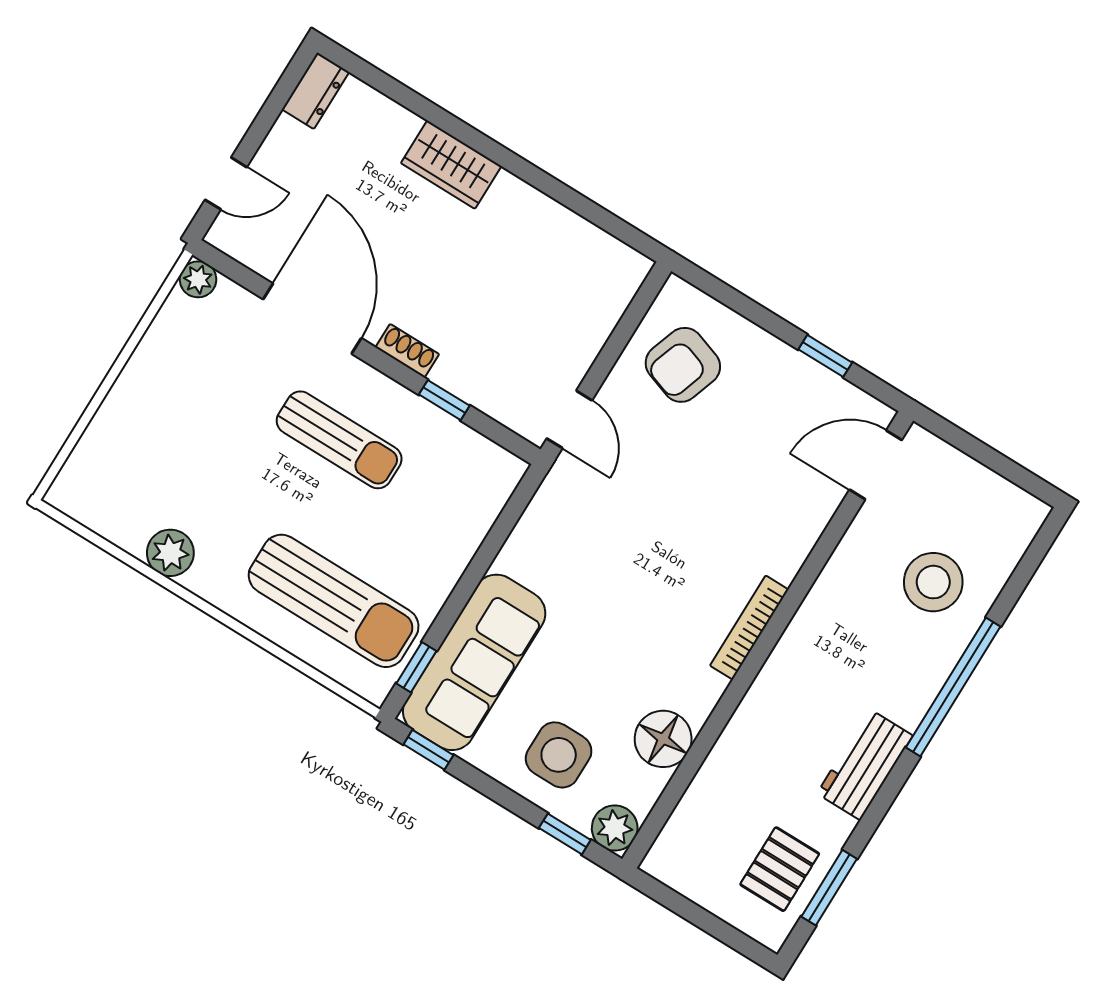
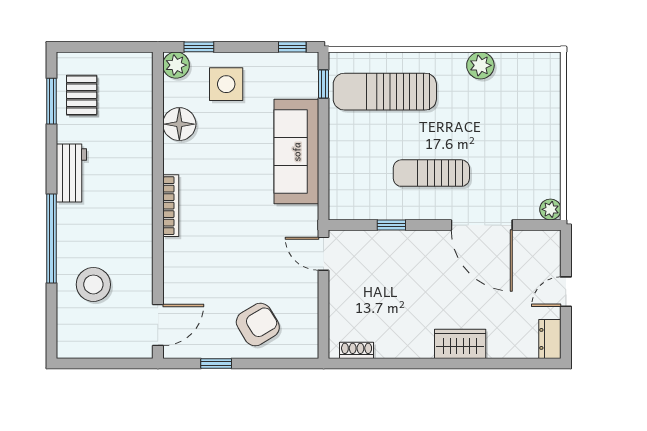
door: (226, 183) -> (566, 292), moved
shoe rack: (407, 351) -> (357, 350), moved, turned 180
armchair: (683, 365) -> (258, 325), moved, turned 40
sofa: (474, 662) -> (296, 152), moved

